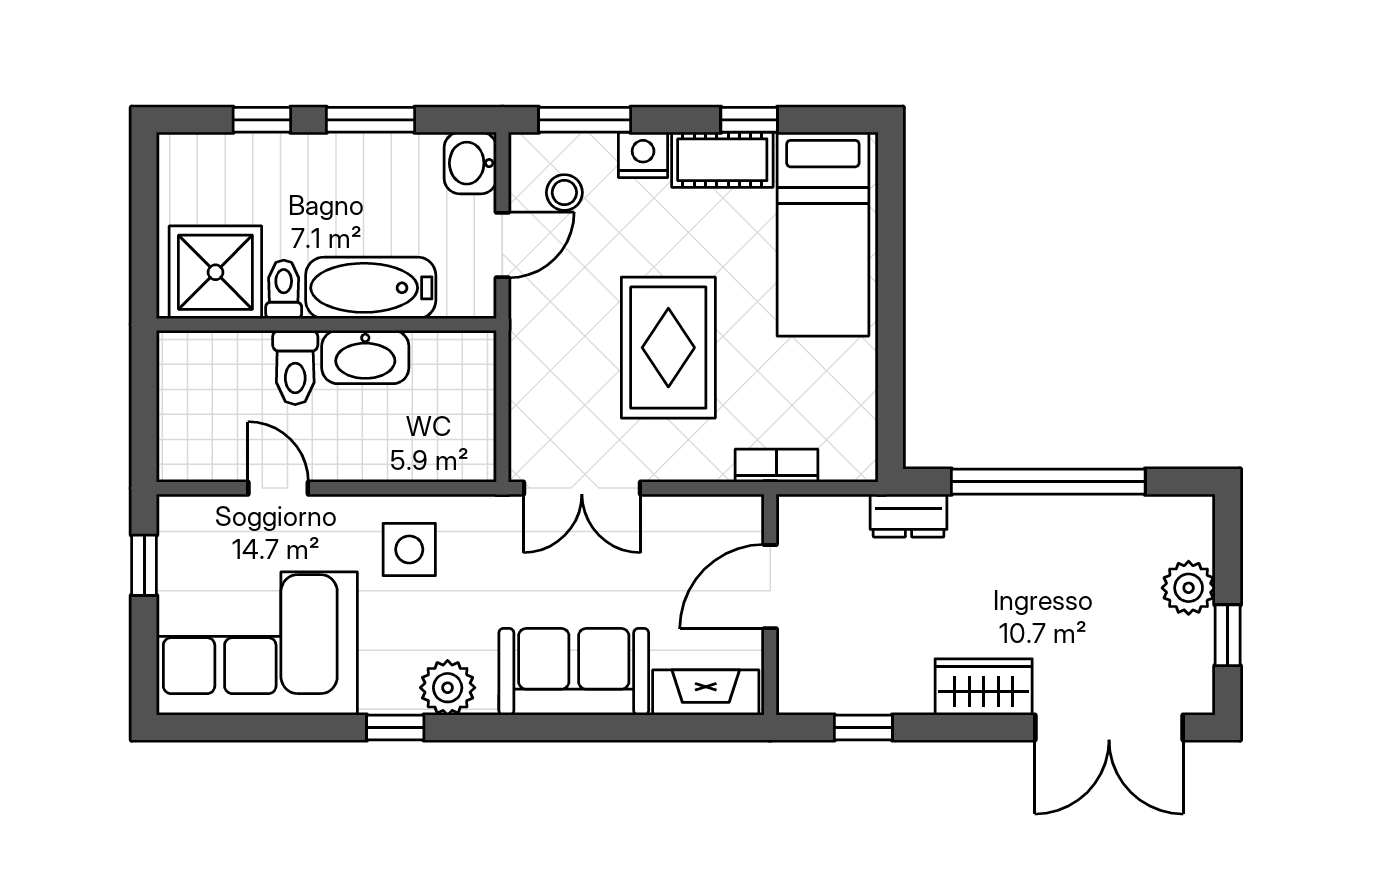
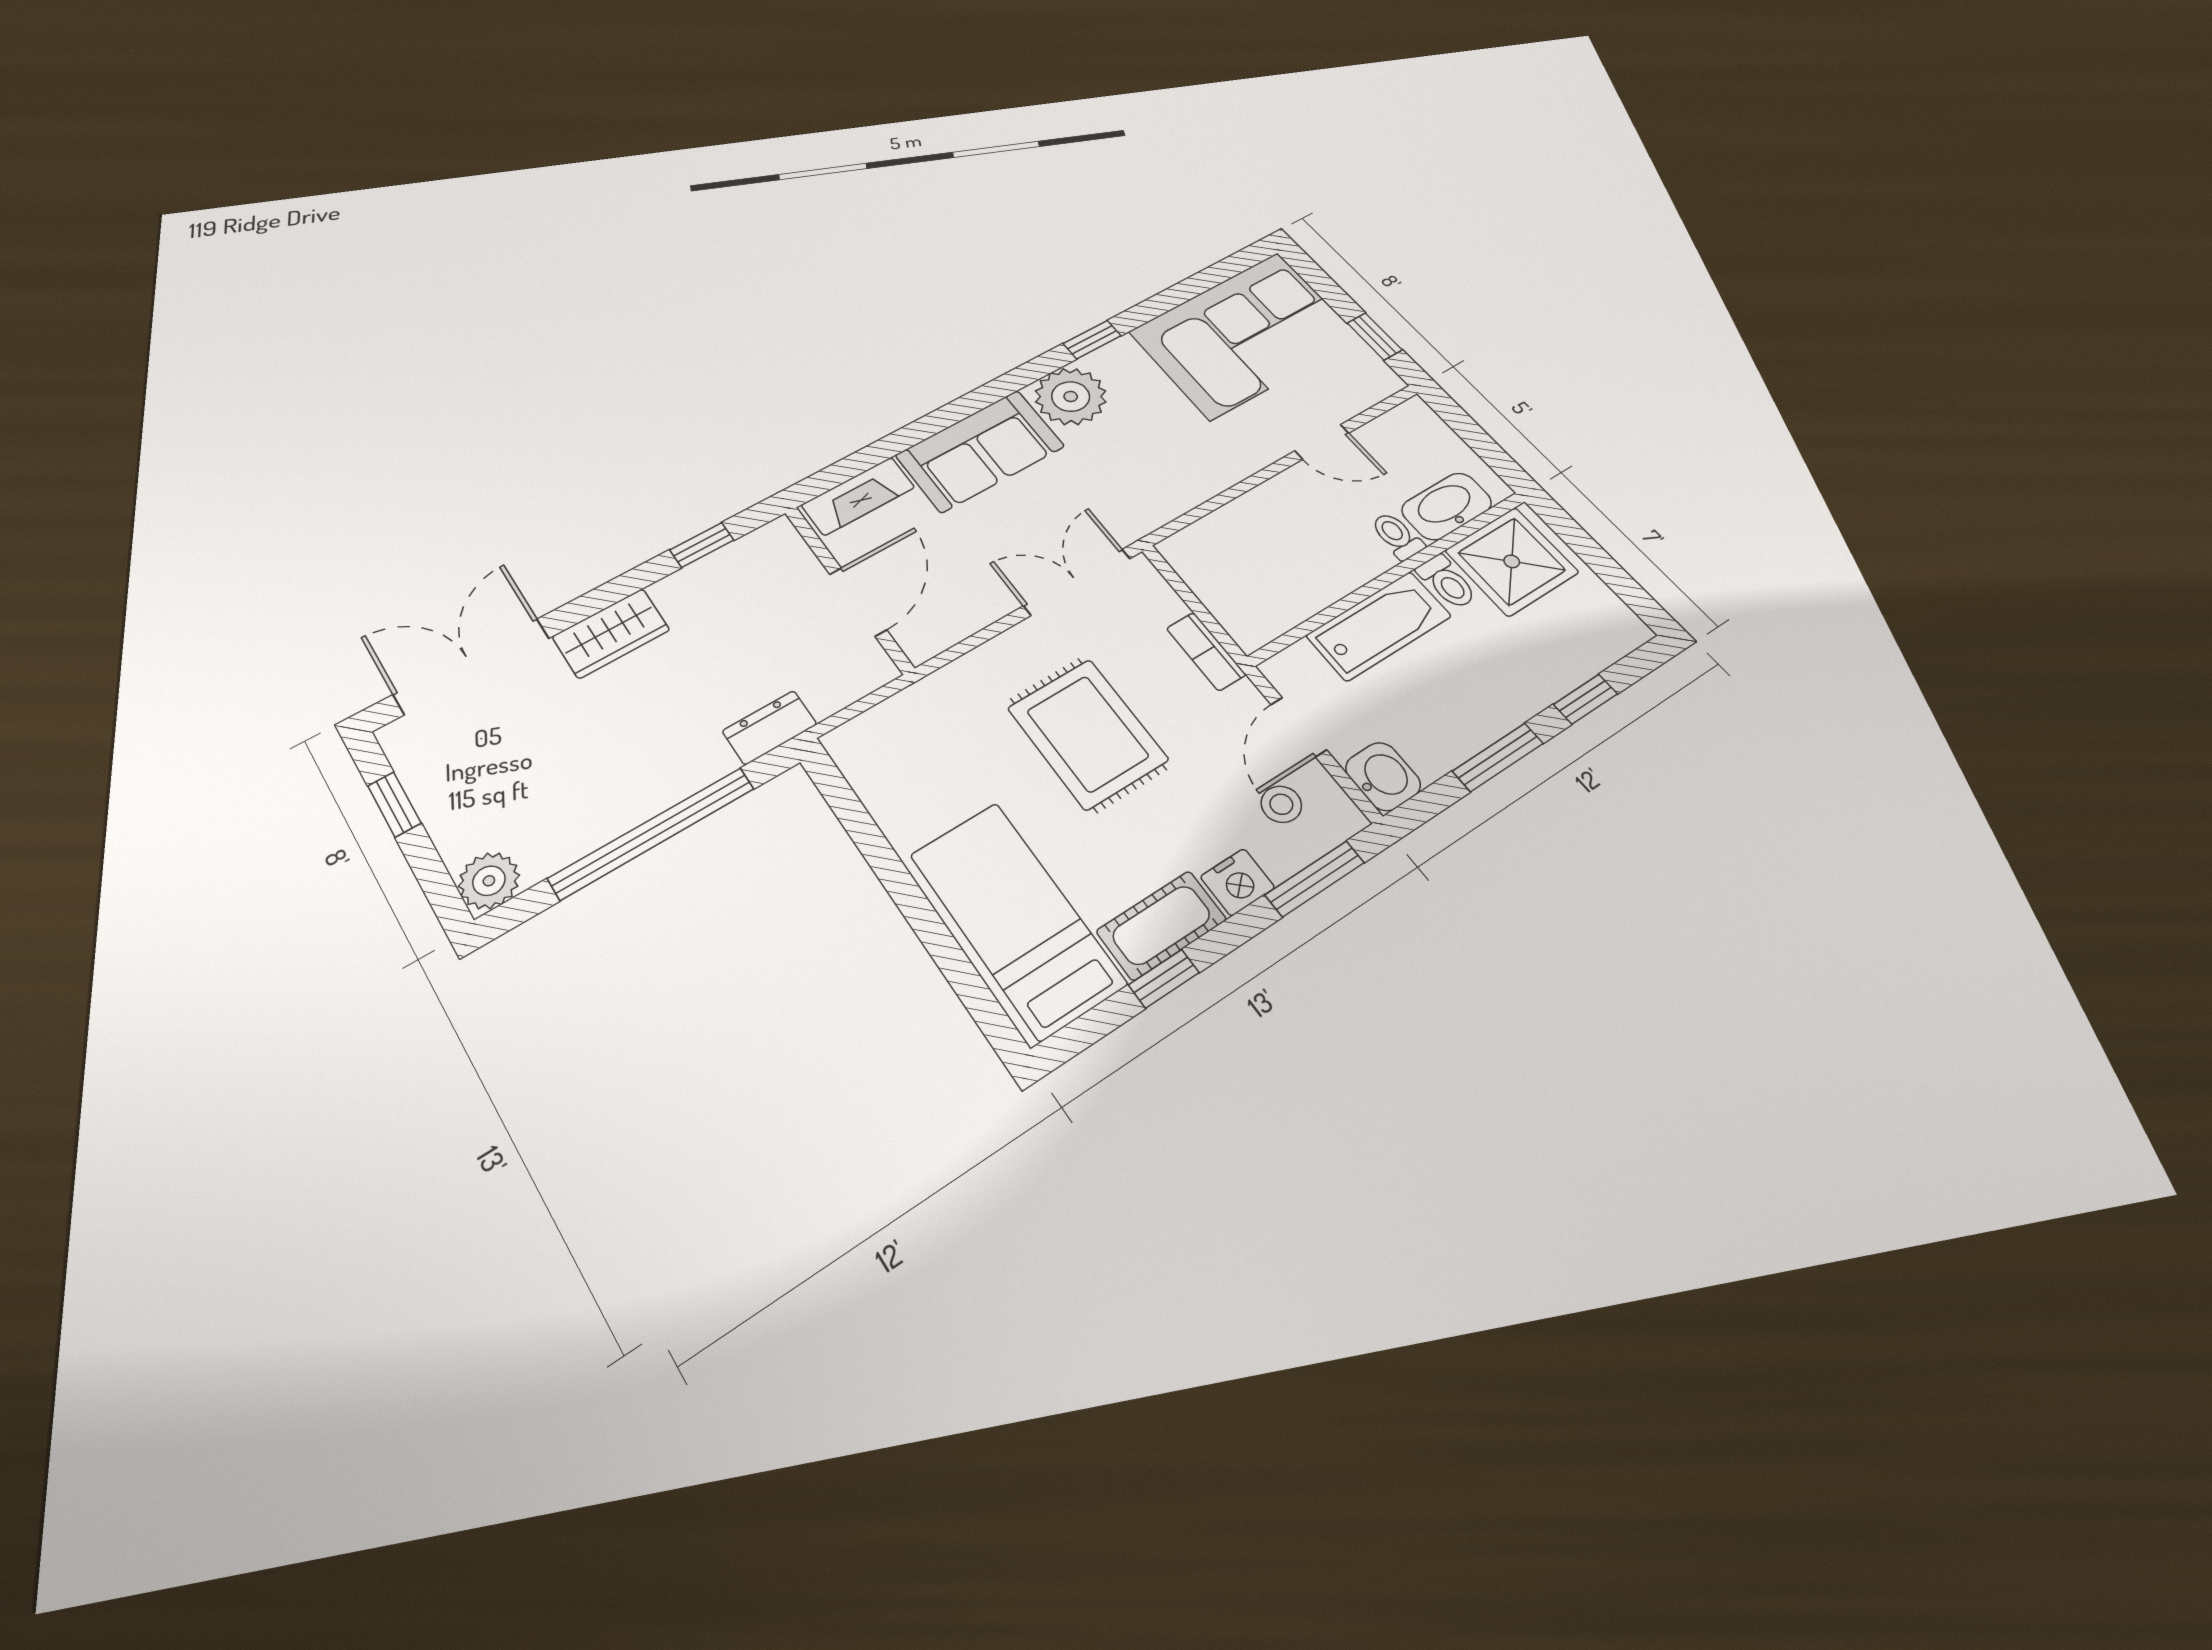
washbasin: (365, 357) -> (1447, 506), moved
toilet: (295, 368) -> (1397, 536), width x0.73, depth x0.72
bookcase: (777, 466) -> (1206, 651), moved, turned 90
side table: (409, 549) -> (1182, 459), removed
plant: (1189, 588) -> (489, 881), moved
plant: (448, 688) -> (1071, 397), width x1.36, depth x1.36

